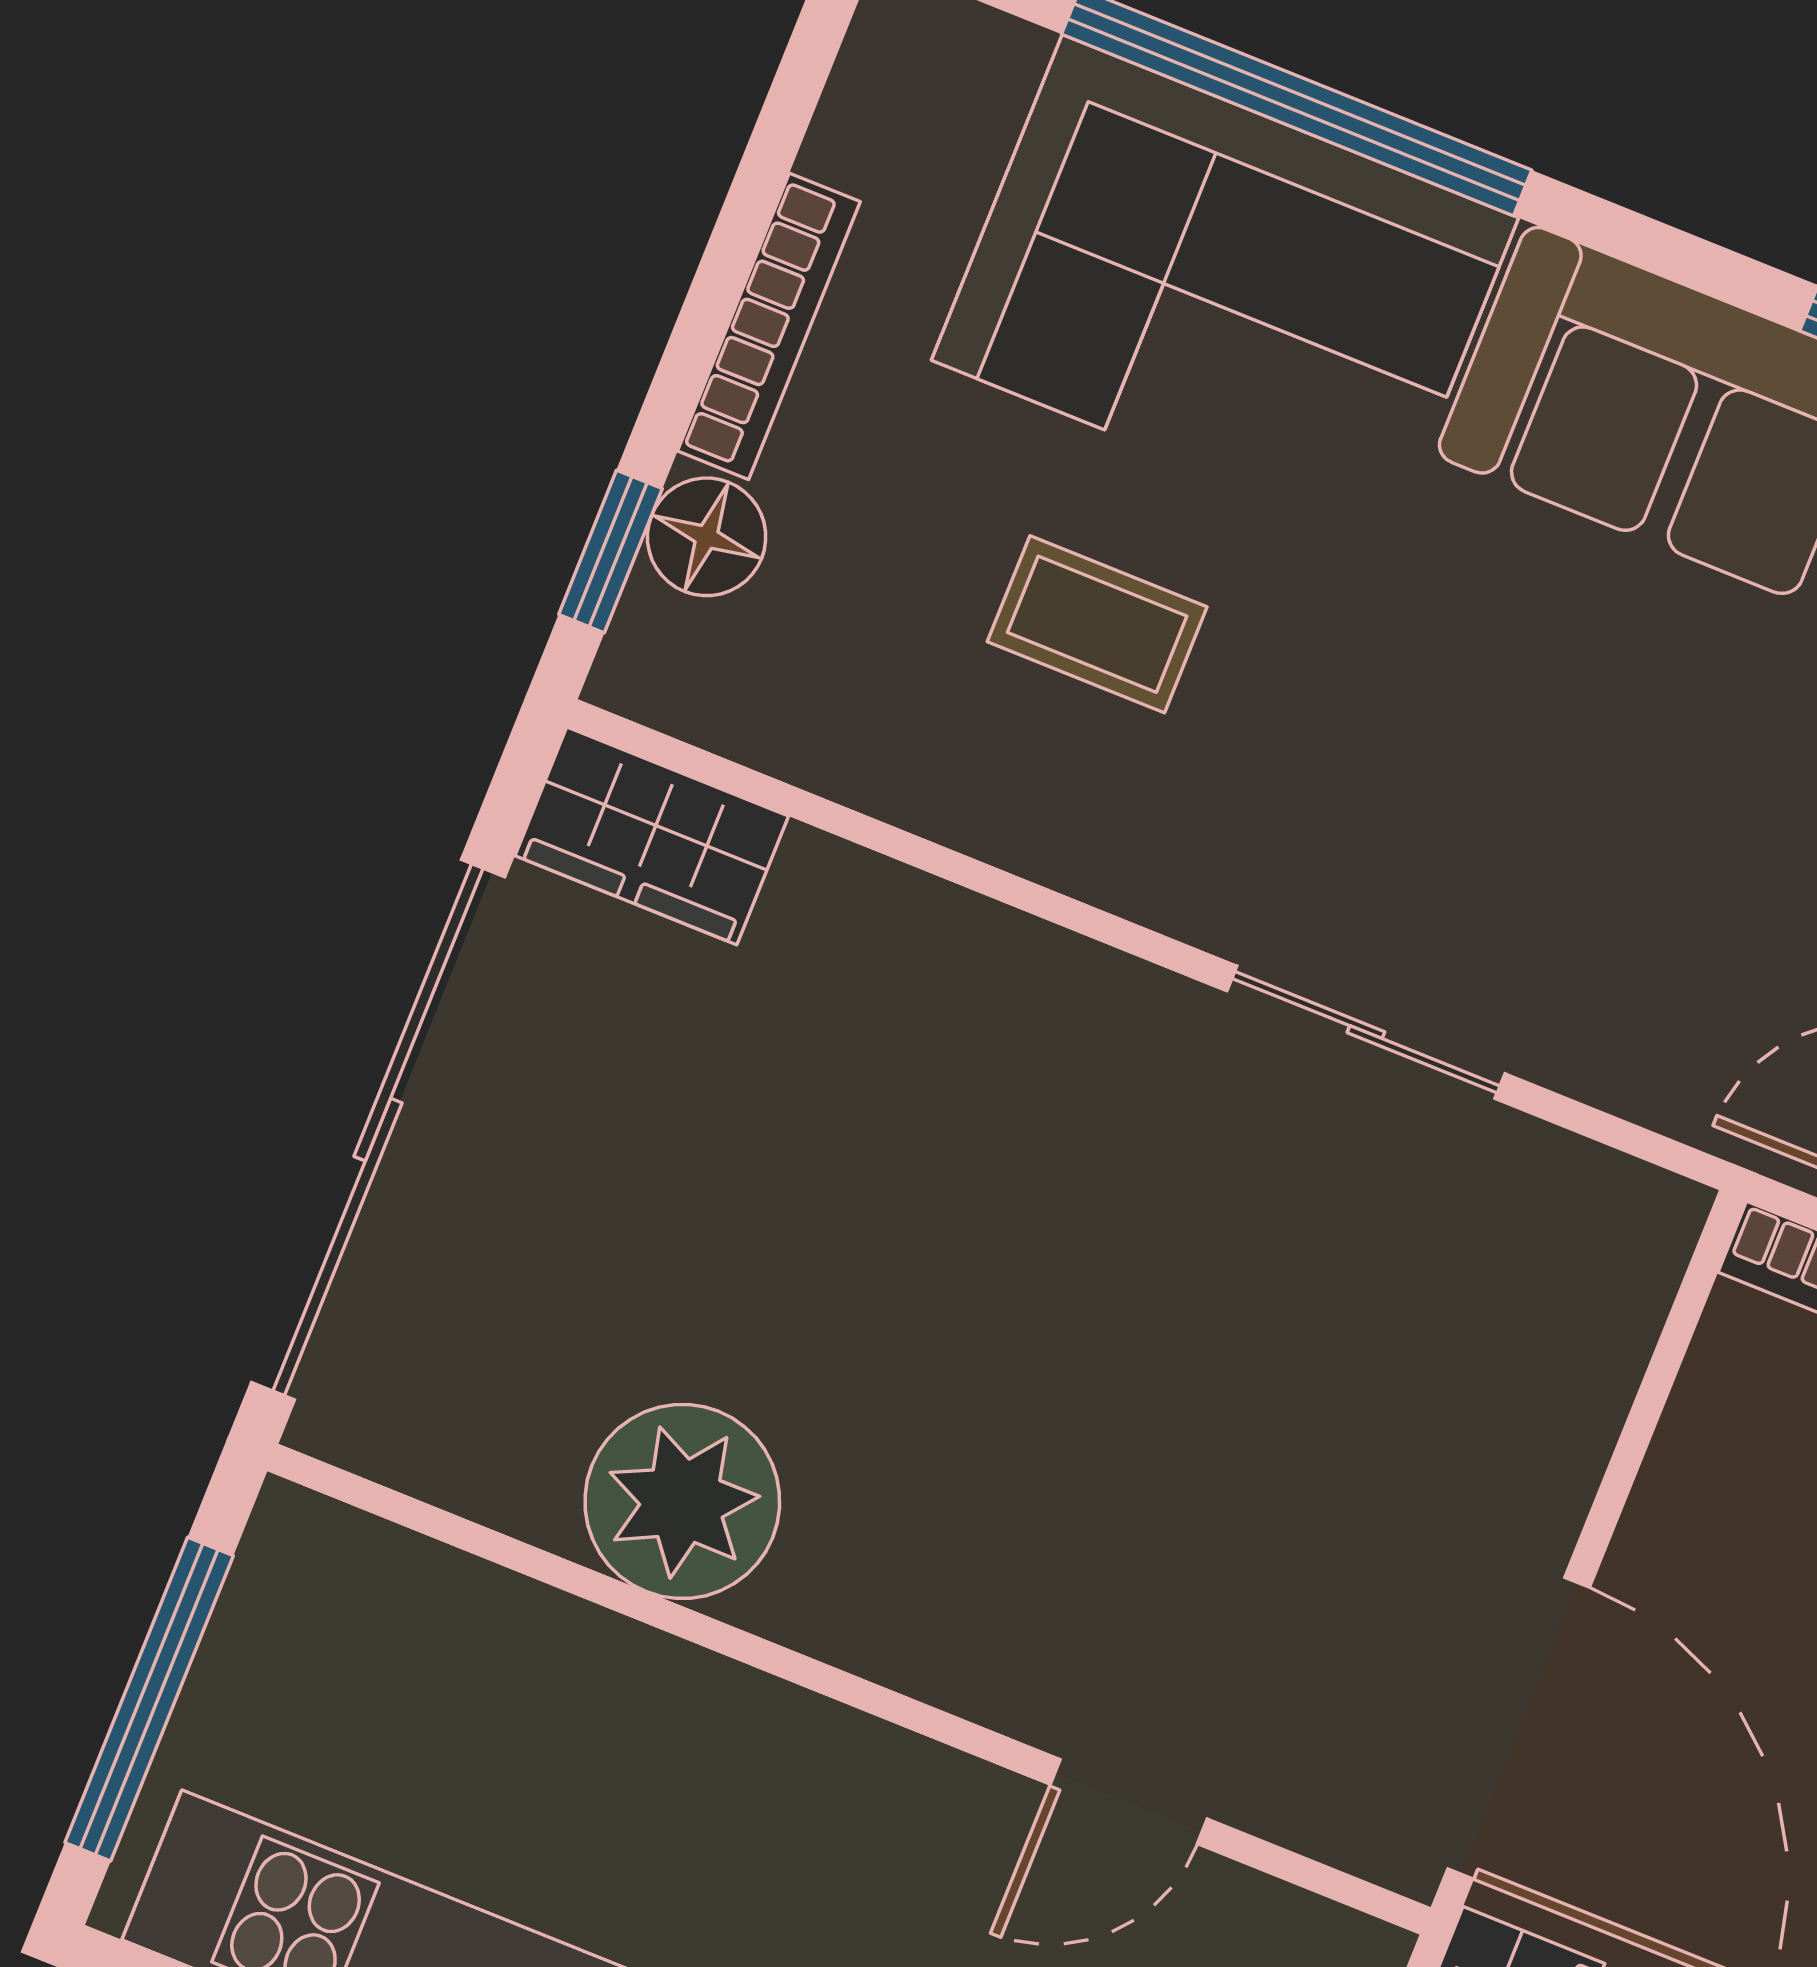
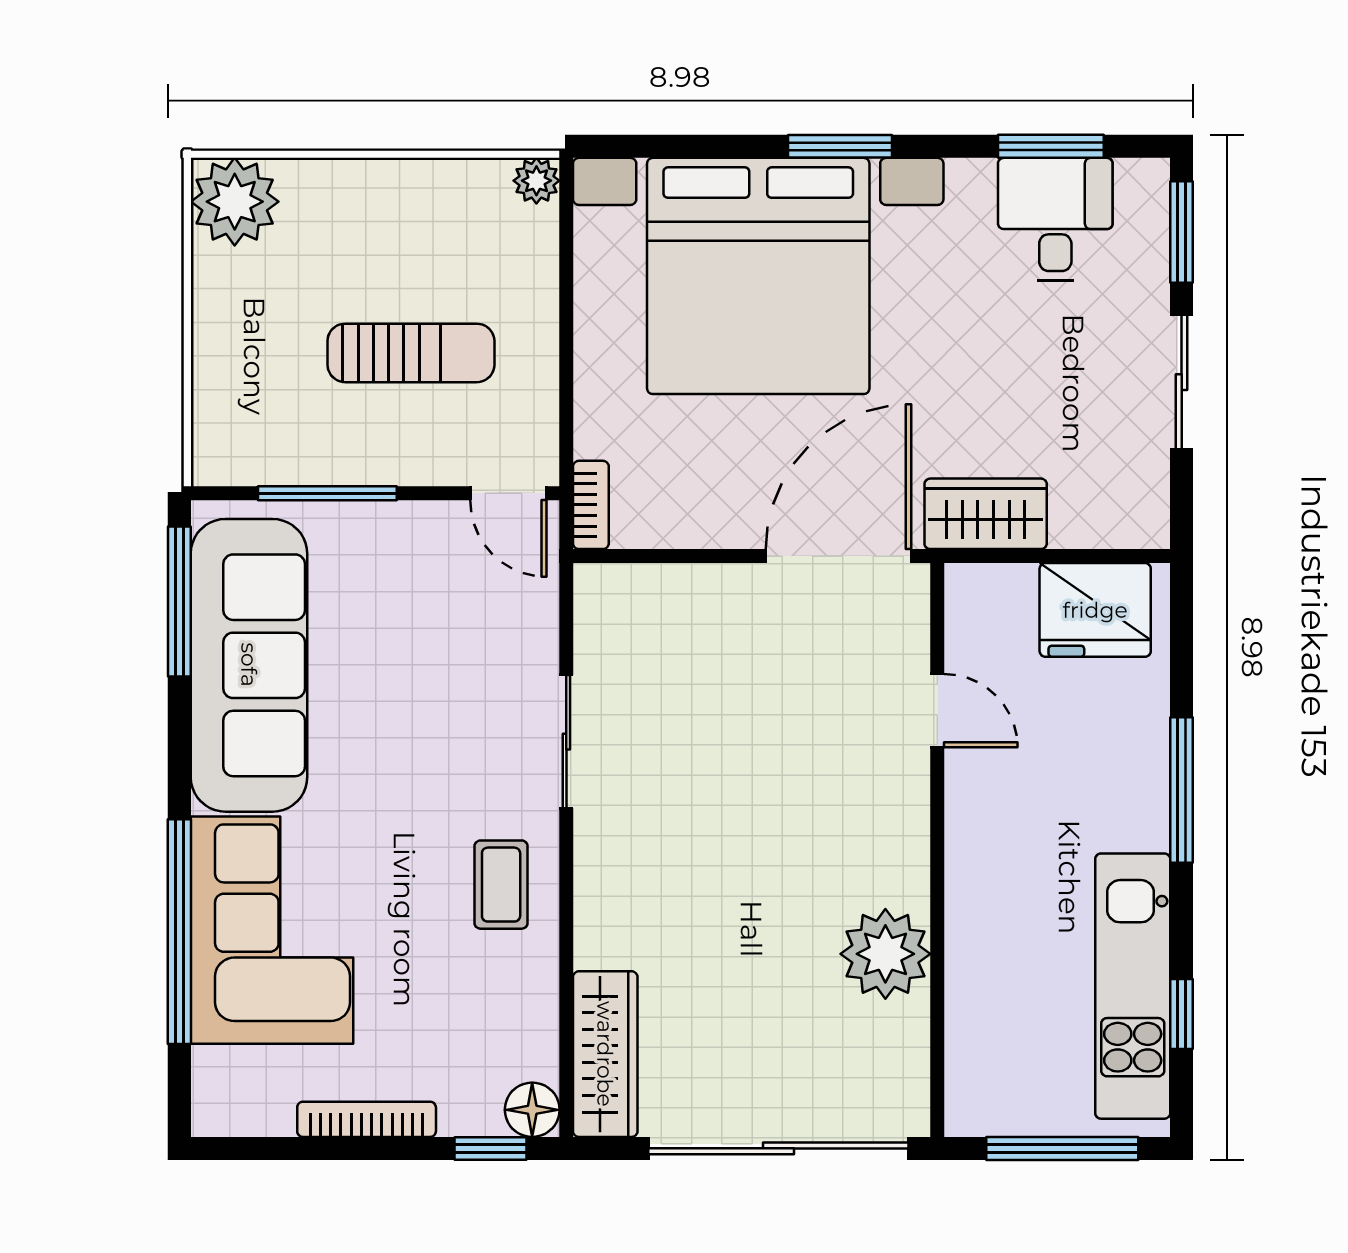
floor lamp: (707, 537) -> (532, 1110), moved
coffee table: (1097, 624) -> (501, 885), moved
wardrobe: (652, 836) -> (605, 1054), width x1.50

